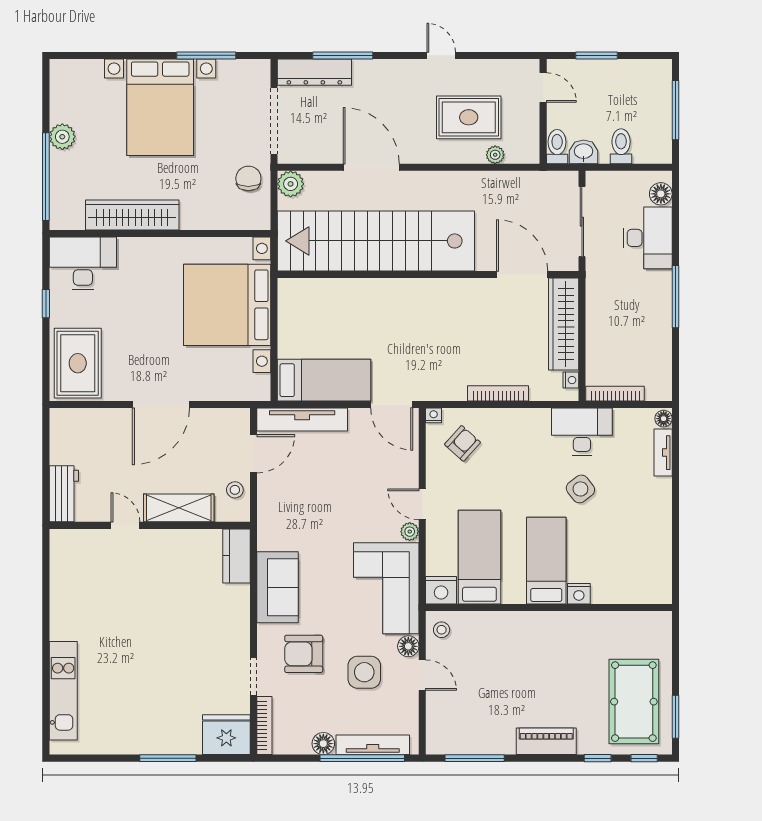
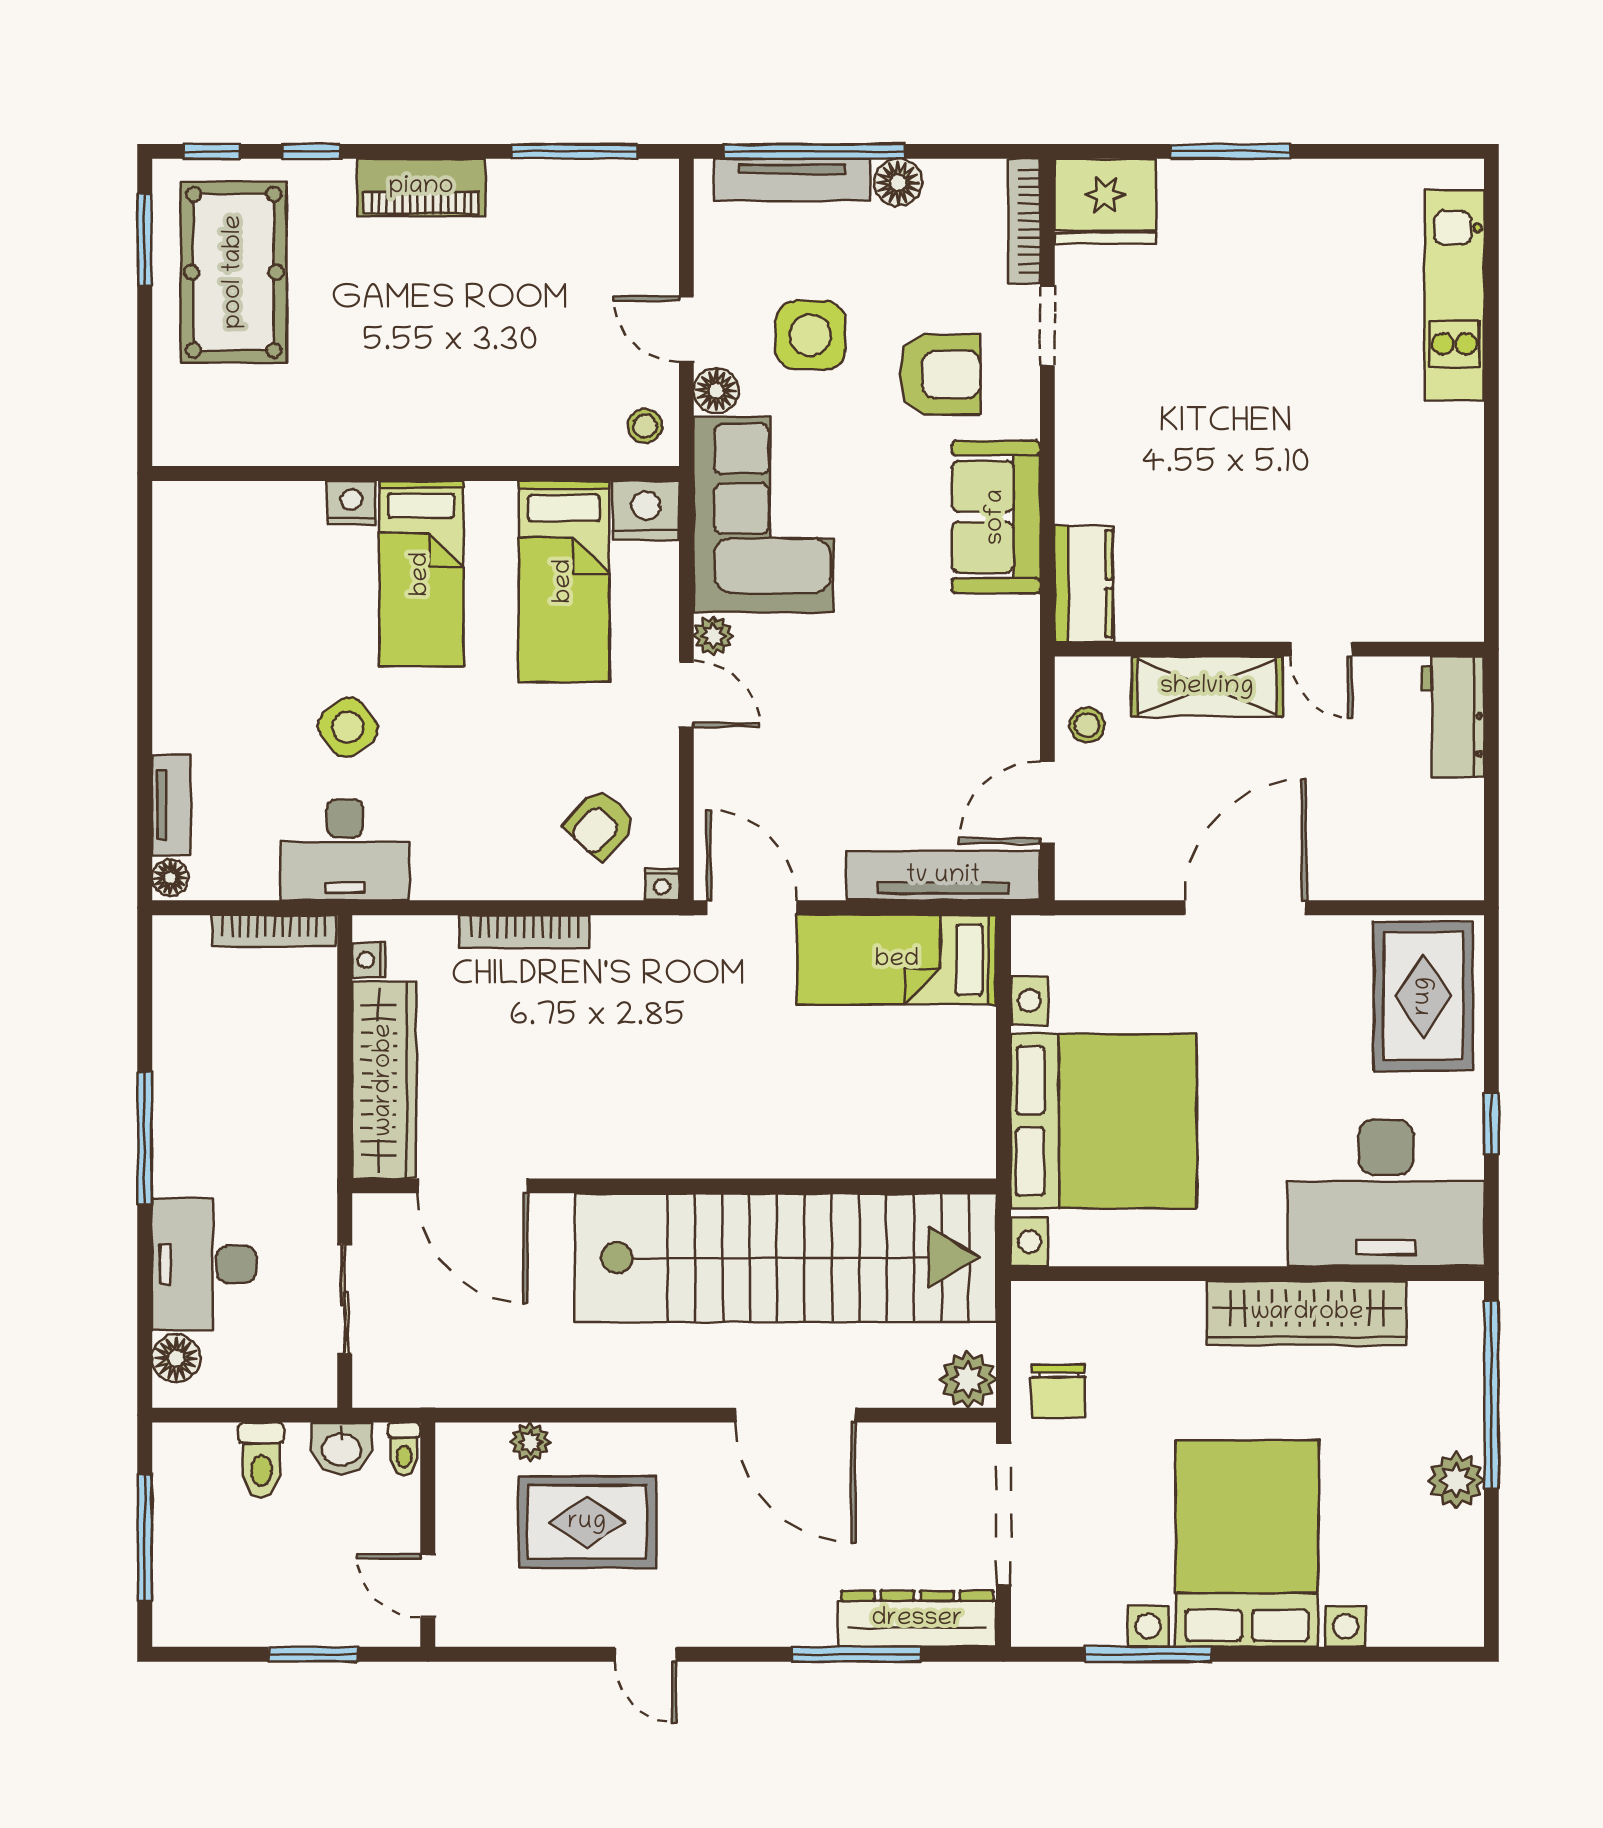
toilet: (557, 147) -> (404, 1449), width x0.73, depth x0.72
sliding door: (582, 222) -> (345, 1299), width x0.73
desk: (83, 263) -> (1386, 1193), width x1.36, depth x1.30

